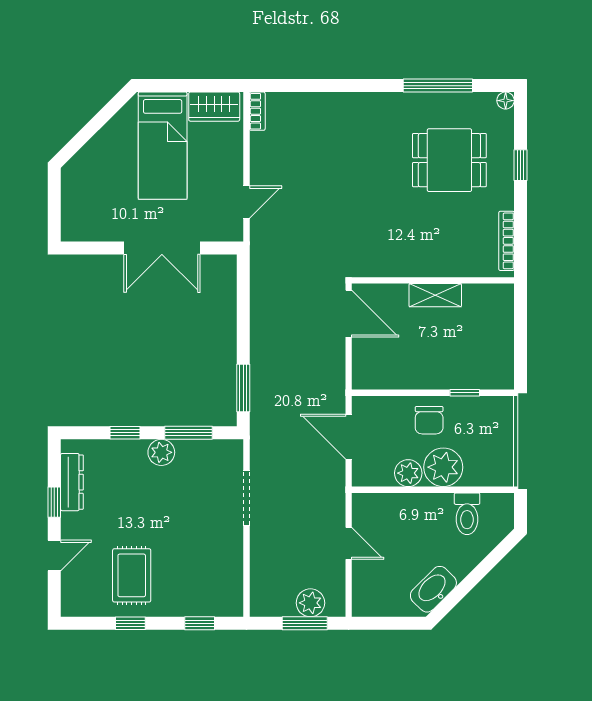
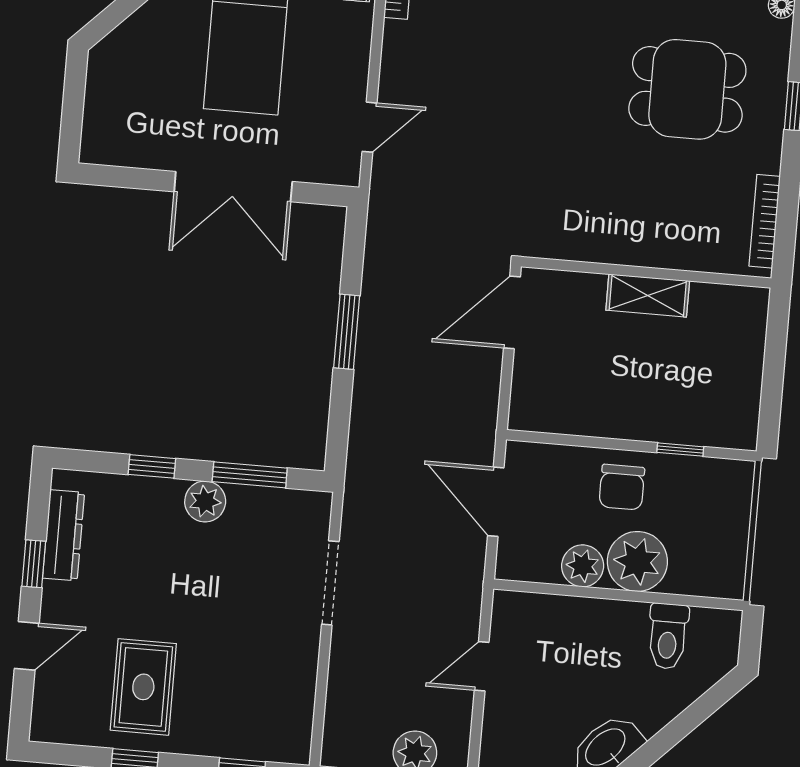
door: (349, 314) -> (512, 312), swing flipped
window: (243, 388) -> (347, 332), moved
door: (349, 543) -> (482, 666), swing flipped

